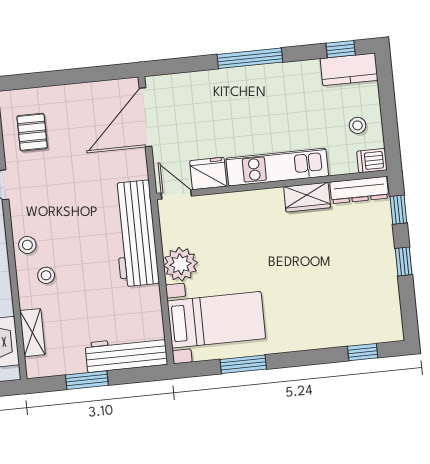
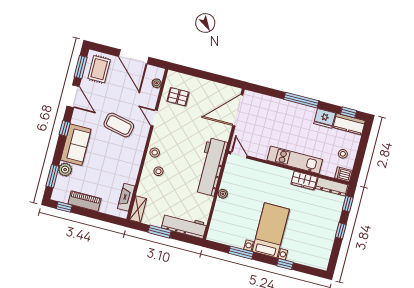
pallet: (32, 132) -> (178, 97), turned 90
fridge: (208, 173) -> (325, 118), moved, turned 180
plant: (180, 264) -> (223, 194), width x0.53, depth x0.53
bed with nightstands: (216, 320) -> (271, 230), moved, turned -90
shelving: (32, 333) -> (138, 209), moved
window: (363, 352) -> (285, 264), moved

